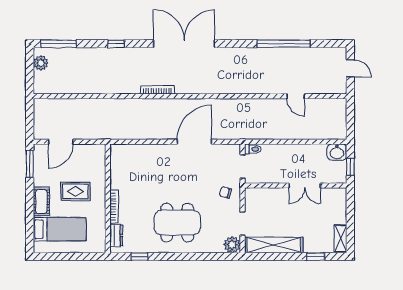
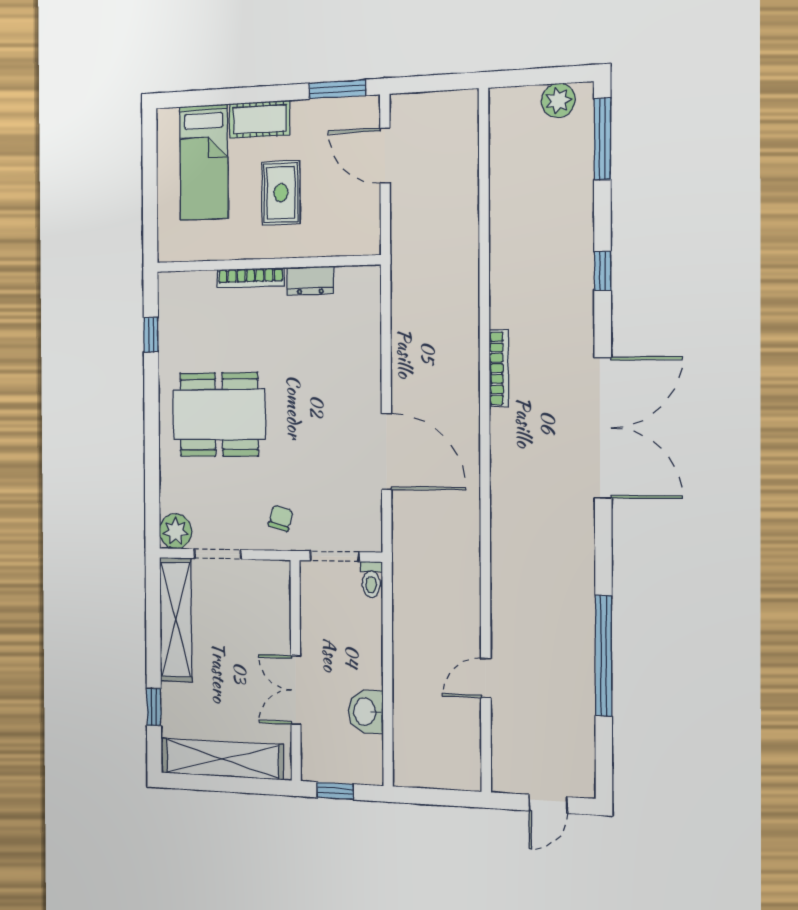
washbasin: (337, 152) -> (366, 711), moved
dining table: (177, 223) -> (219, 414), turned 90
dresser: (116, 235) -> (310, 281), moved
shelving: (341, 238) -> (222, 759), width x2.20, depth x1.33

